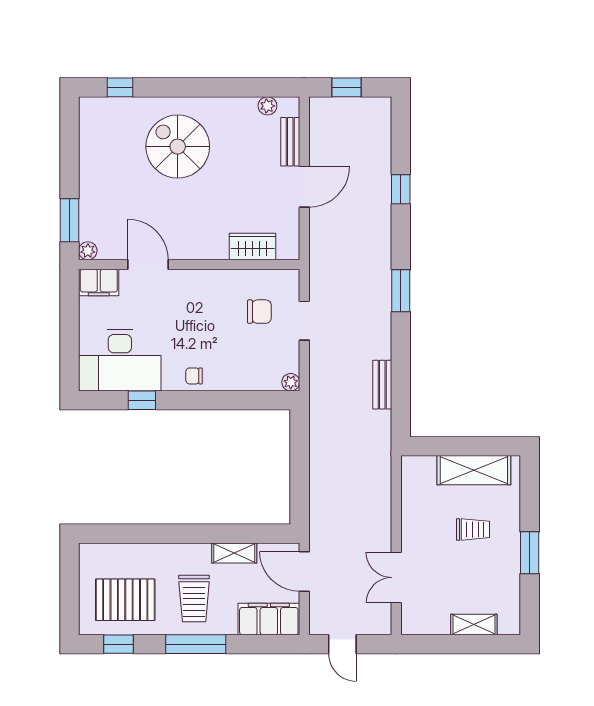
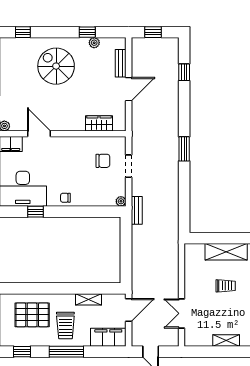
window: (232, 87) -> (87, 32), added
plant: (267, 106) -> (94, 43), moved
window: (401, 189) -> (184, 72), moved
bench: (382, 385) -> (137, 210), moved
door: (304, 571) -> (129, 310), swing flipped
pallet: (125, 600) -> (32, 315), moved

